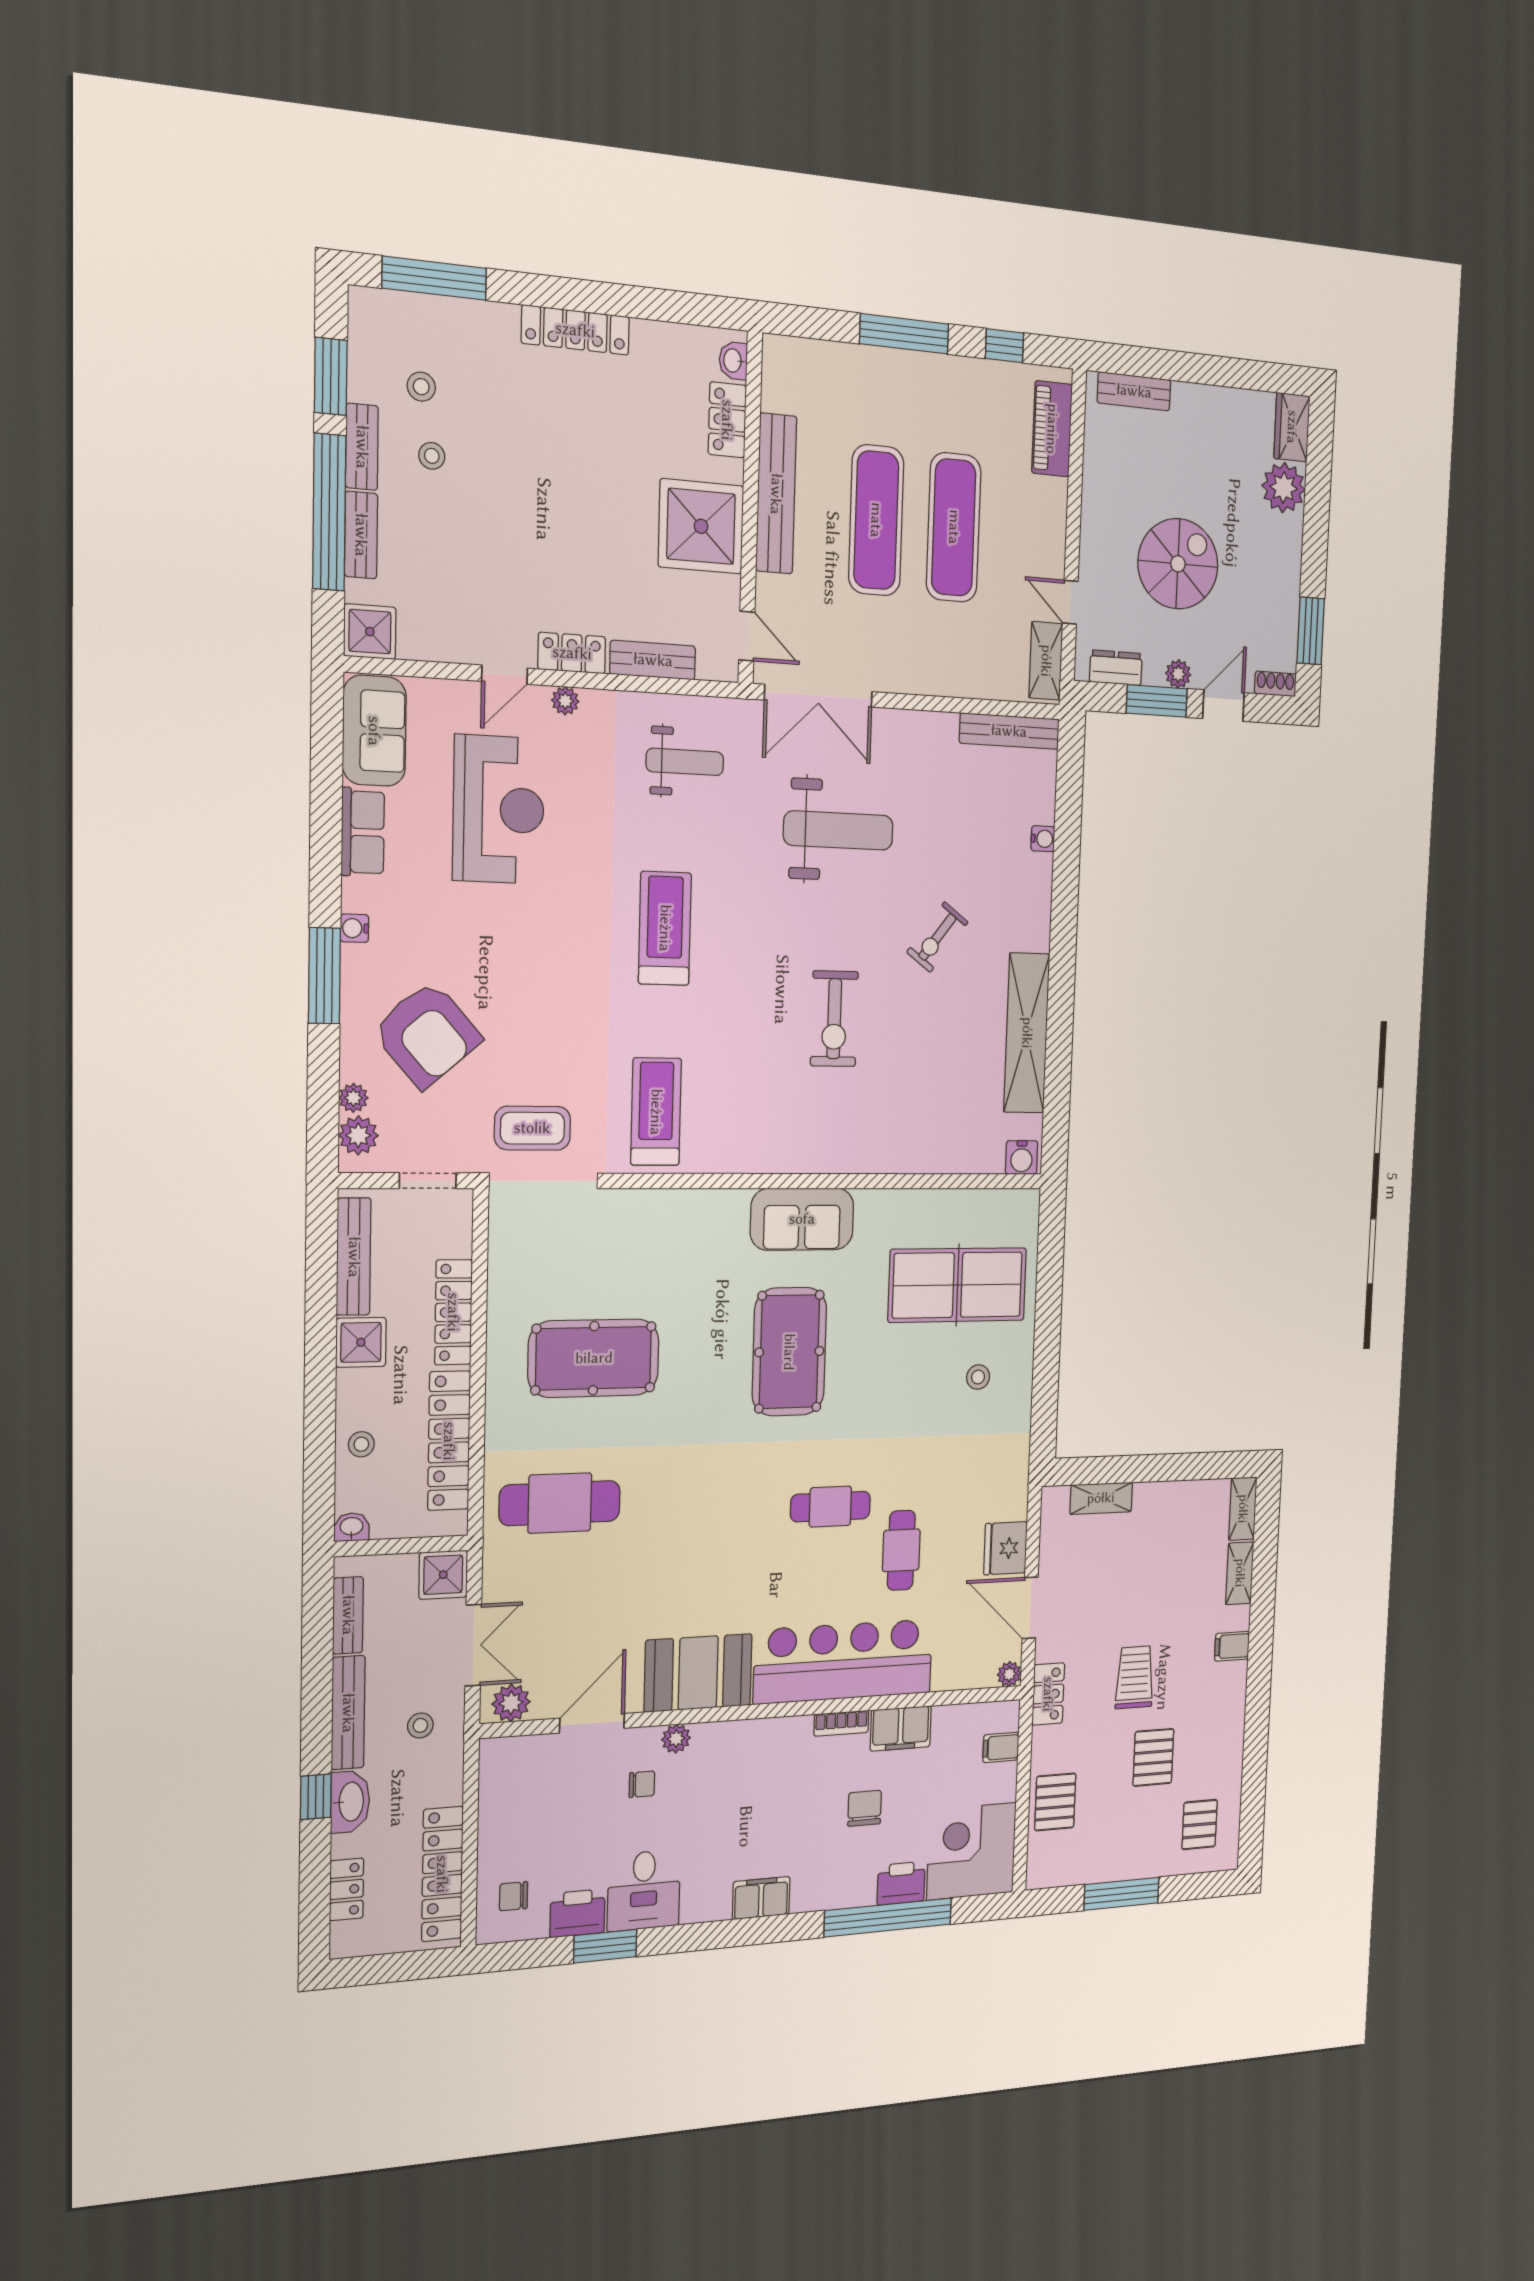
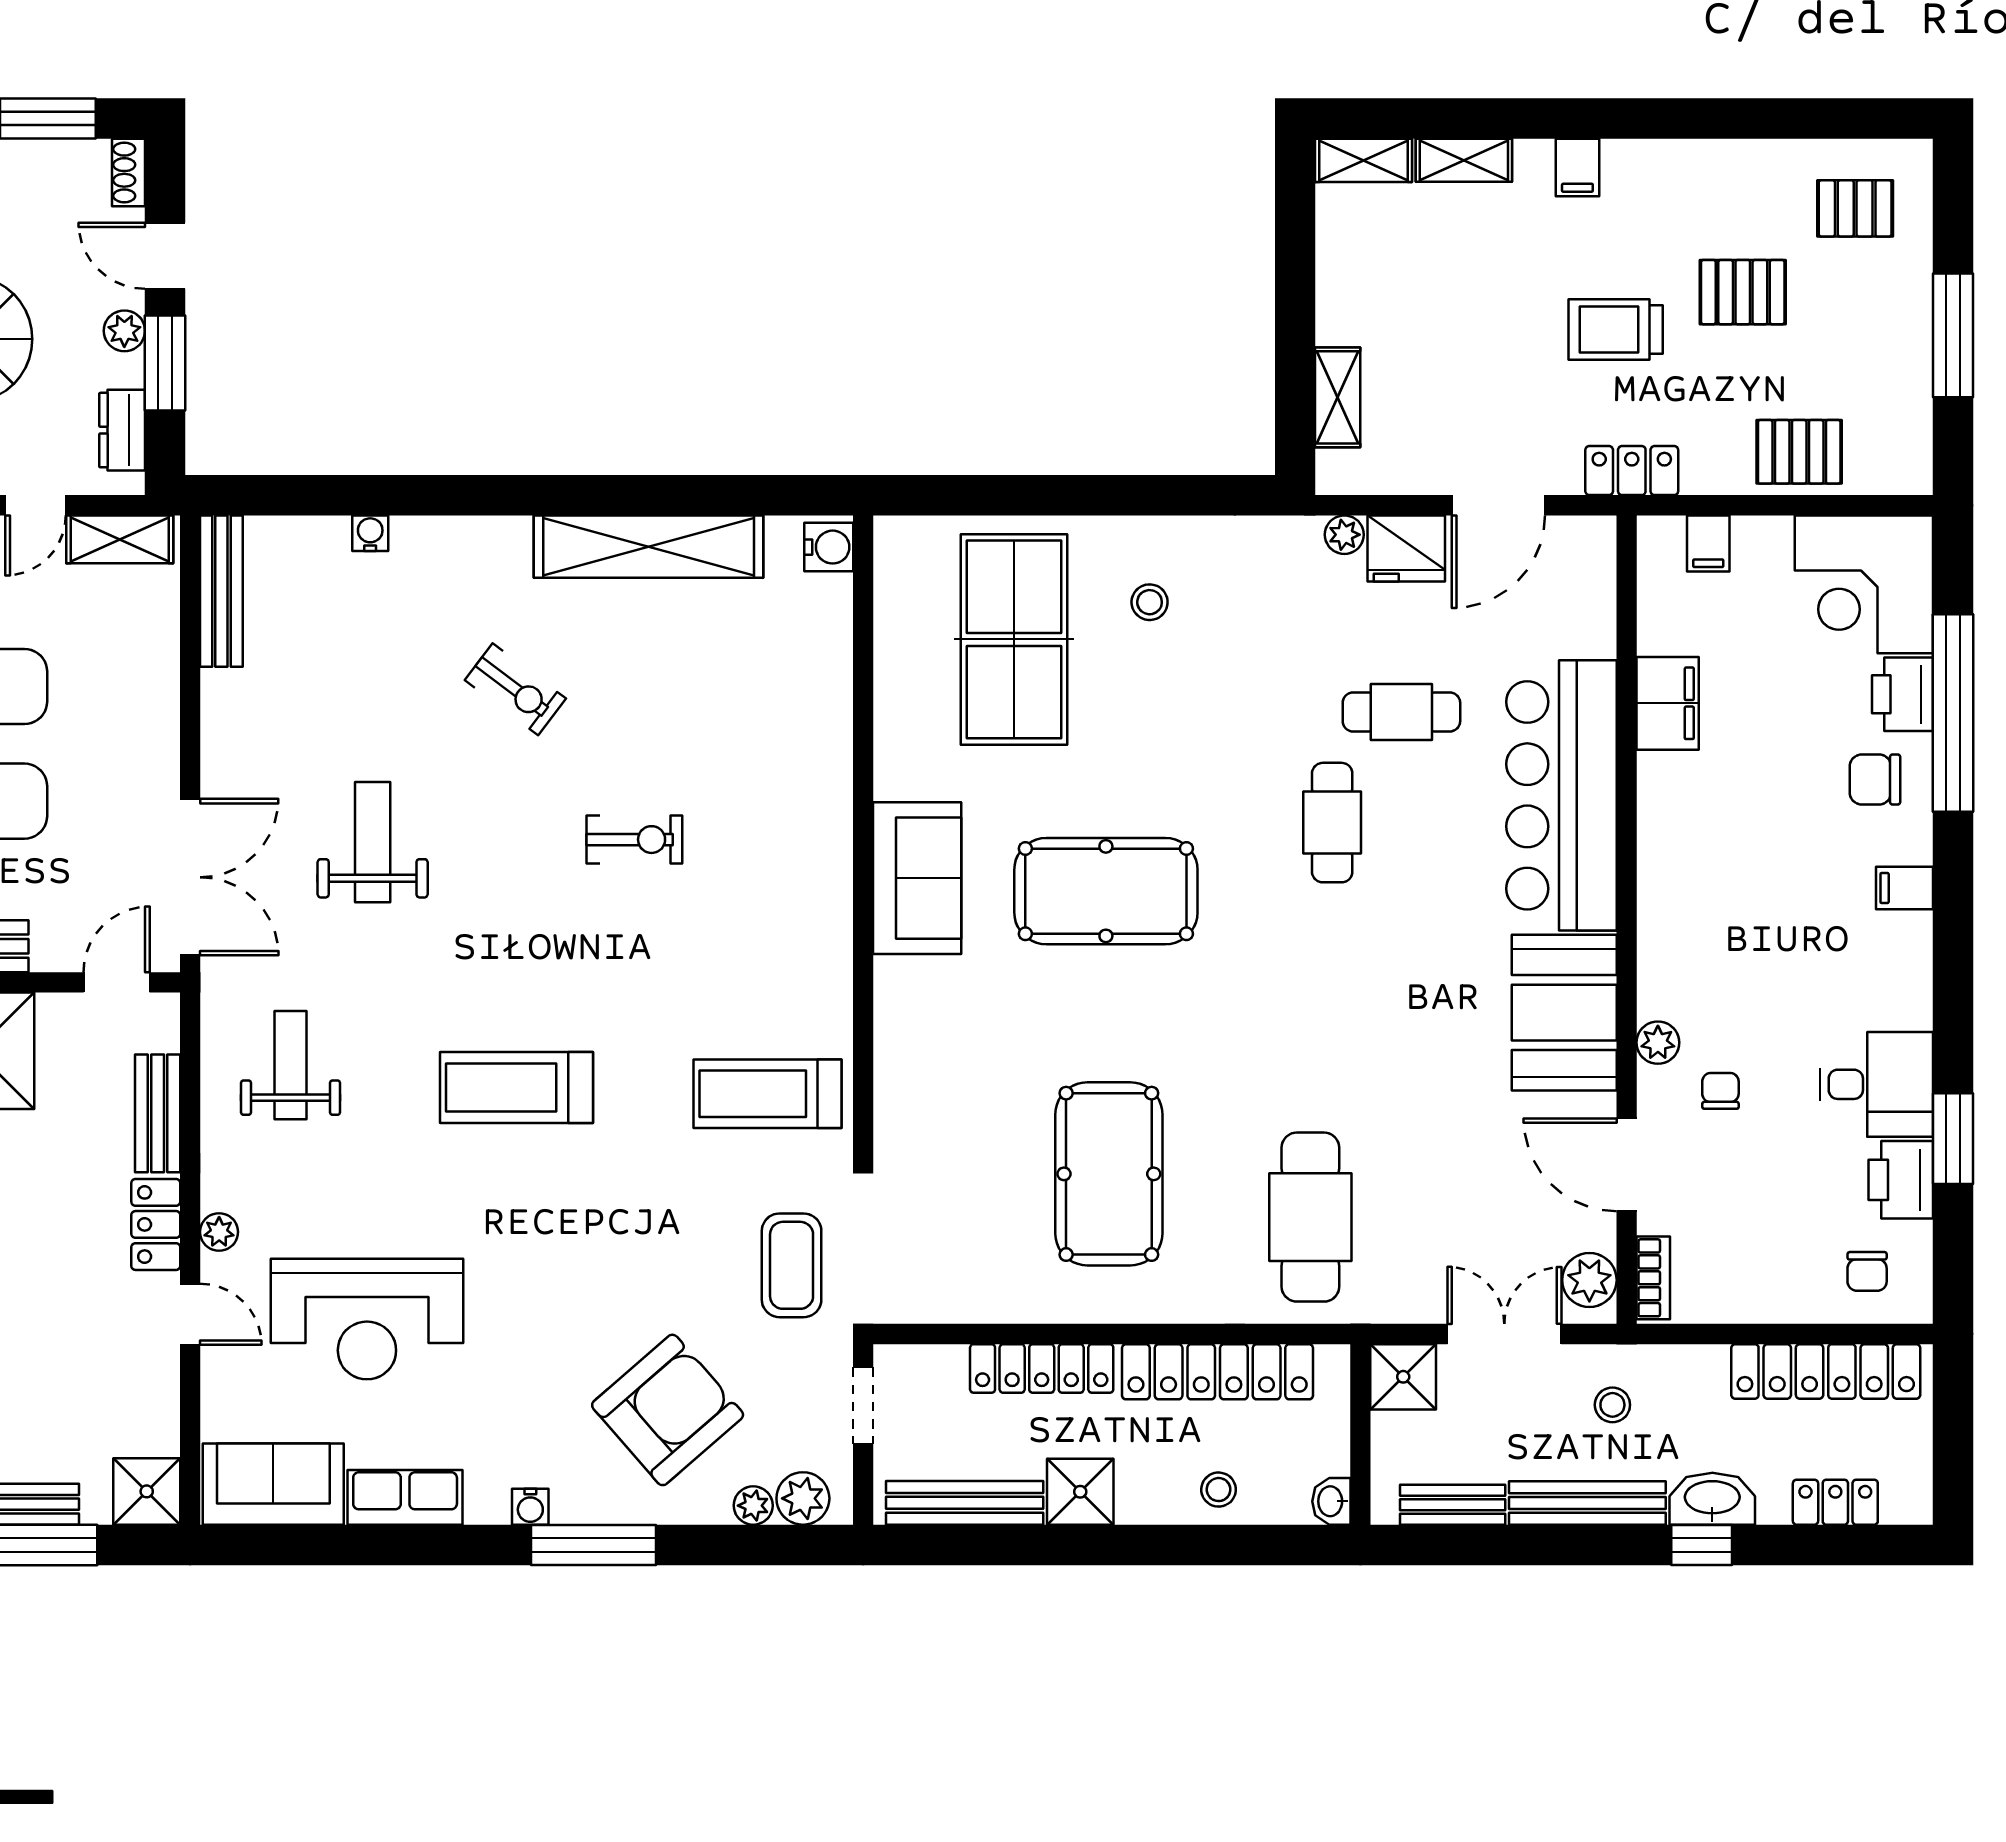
reception desk: (499, 809) -> (367, 1319), turned 180
weight bench: (838, 830) -> (373, 842), width x0.73, depth x0.75
exercise bike: (834, 1019) -> (634, 840), width x0.73, depth x0.72
plant: (1009, 1674) -> (1344, 535), moved
bookcase: (841, 1723) -> (1653, 1278), moved
chair: (865, 1808) -> (1875, 779), moved
filing cabinet: (761, 1898) -> (1904, 888), width x0.50

